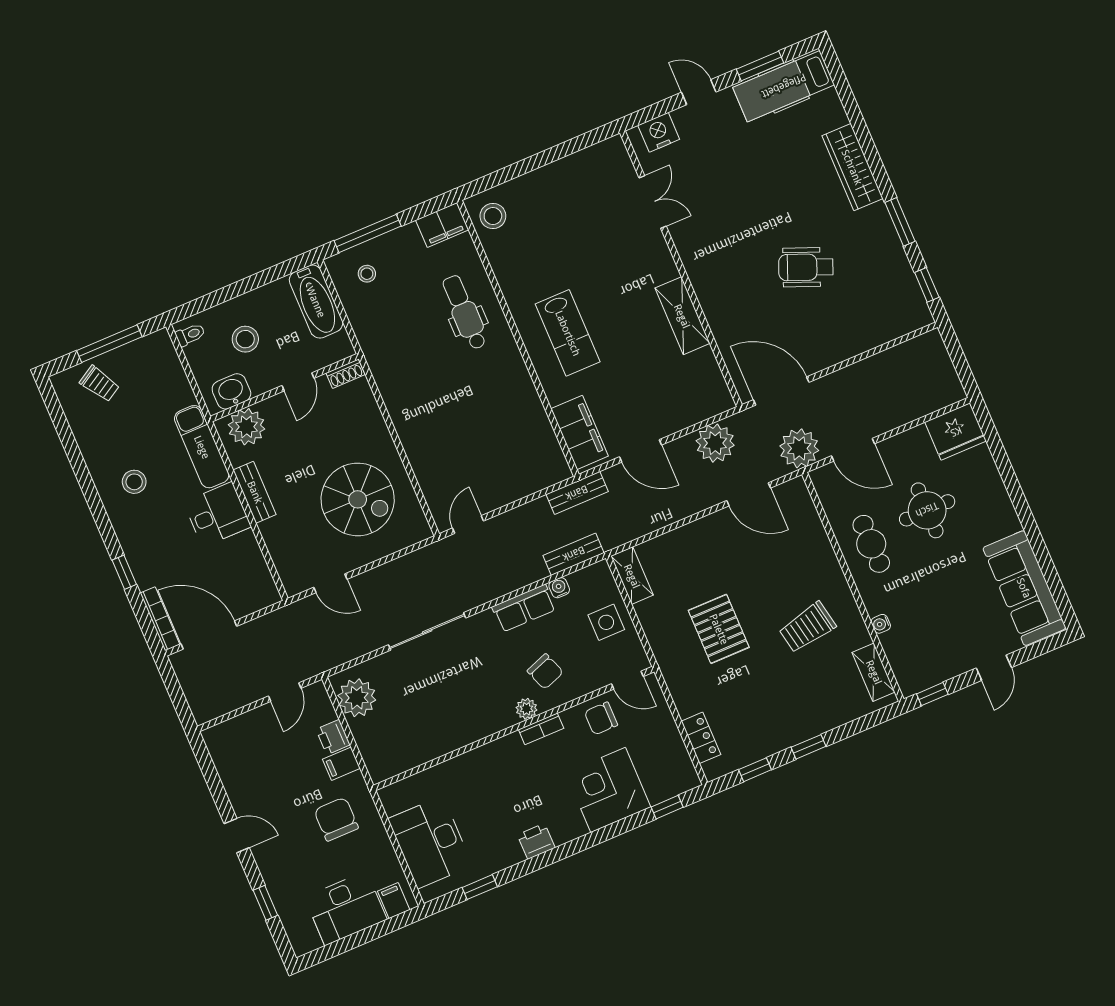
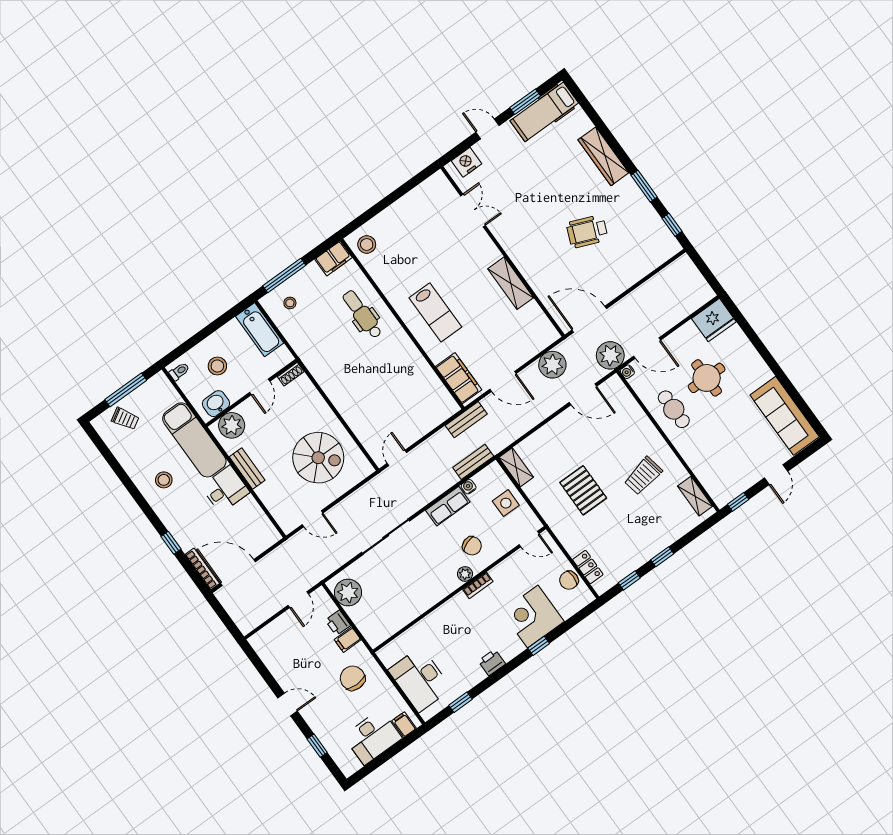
exam couch: (202, 447) -> (194, 440), width x1.36, depth x1.45
water cooler: (881, 624) -> (627, 372), moved
chair: (601, 718) -> (569, 580), moved
window: (667, 807) -> (539, 646), moved

